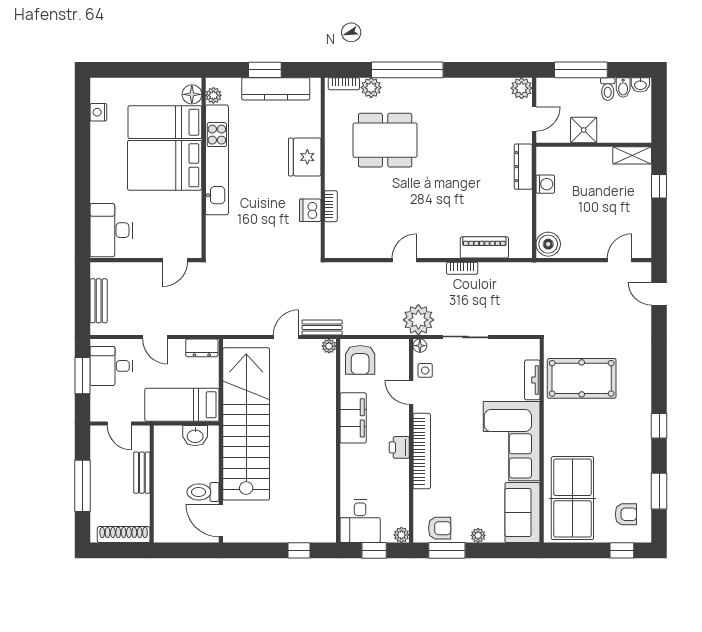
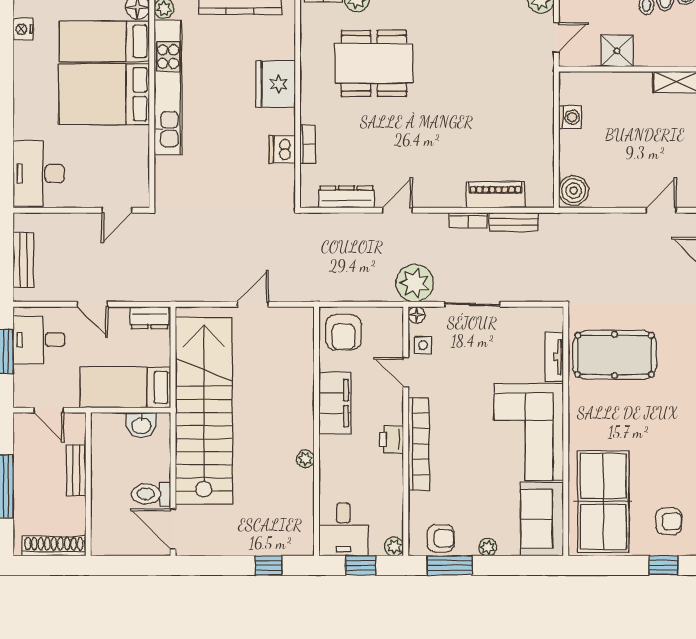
dresser: (523, 167) -> (346, 197), moved, turned 90
bench: (322, 327) -> (514, 222), moved
plant: (329, 346) -> (305, 459), moved

